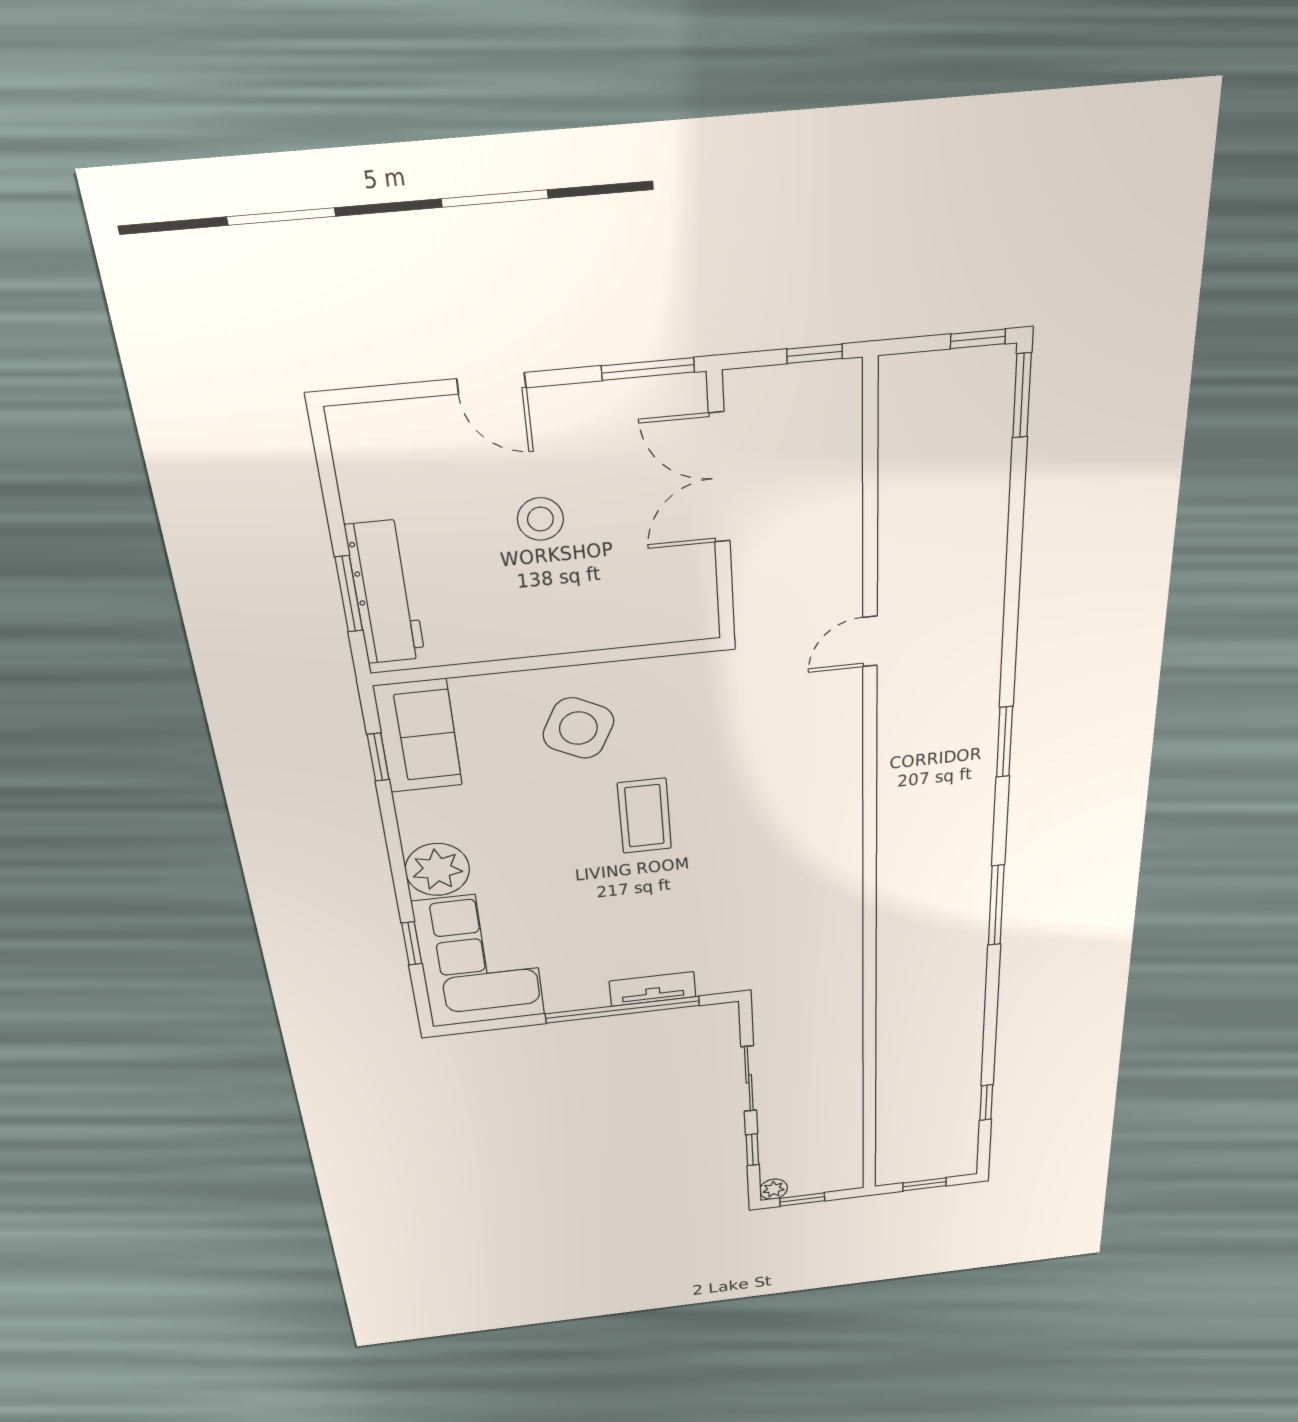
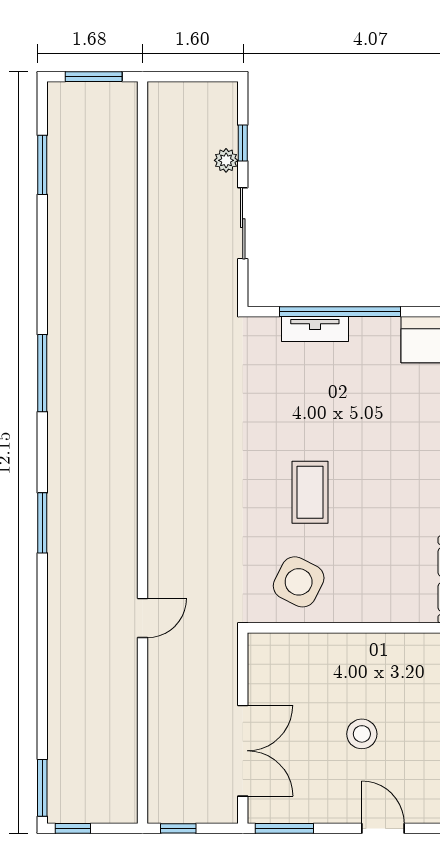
side table: (578, 728) -> (299, 582), moved
window: (986, 1103) -> (42, 165), width x1.50
window: (924, 1184) -> (94, 77), width x1.50
plant: (774, 1189) -> (226, 160), moved
window: (802, 1199) -> (201, 77), removed

